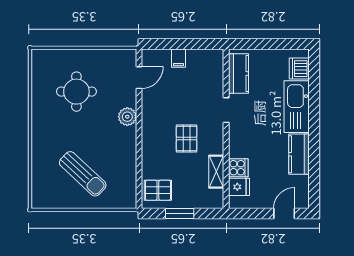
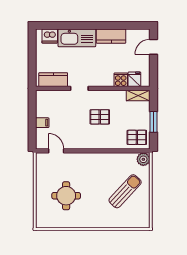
plant: (127, 117) -> (143, 159), moved
shelving: (216, 172) -> (138, 96), moved
pallet: (158, 190) -> (137, 137), turned 90
door: (284, 213) -> (153, 47), hinge flipped

